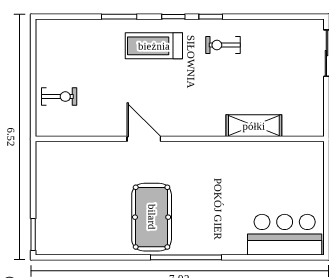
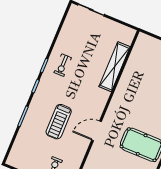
treadmill: (154, 46) -> (59, 122), moved
shelving: (254, 126) -> (115, 67), width x1.47

